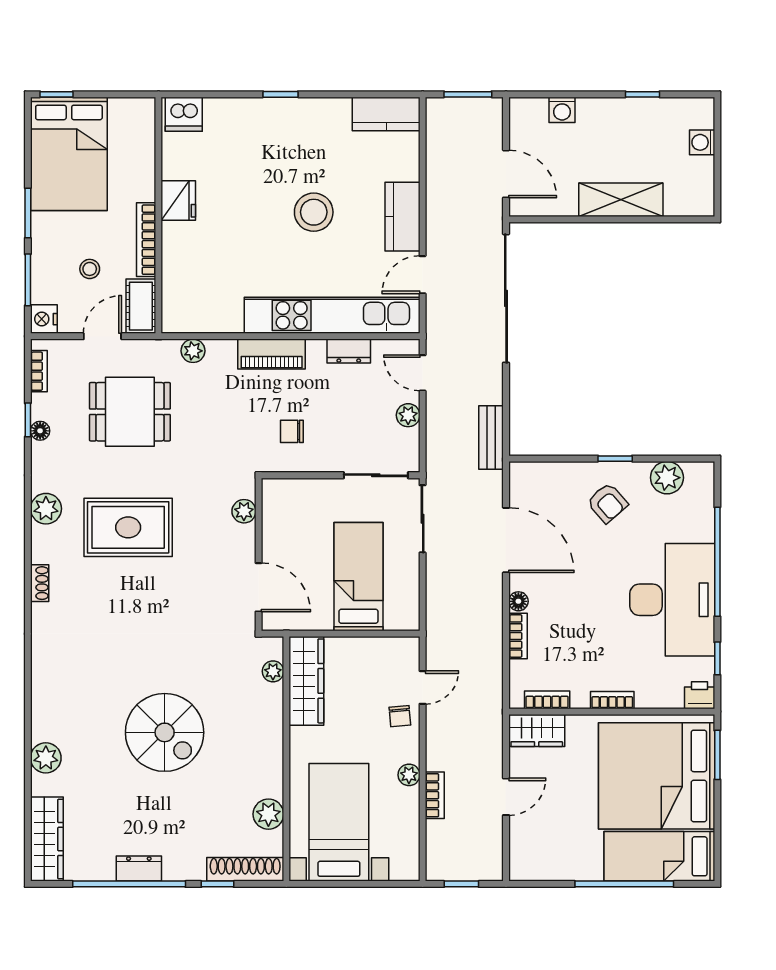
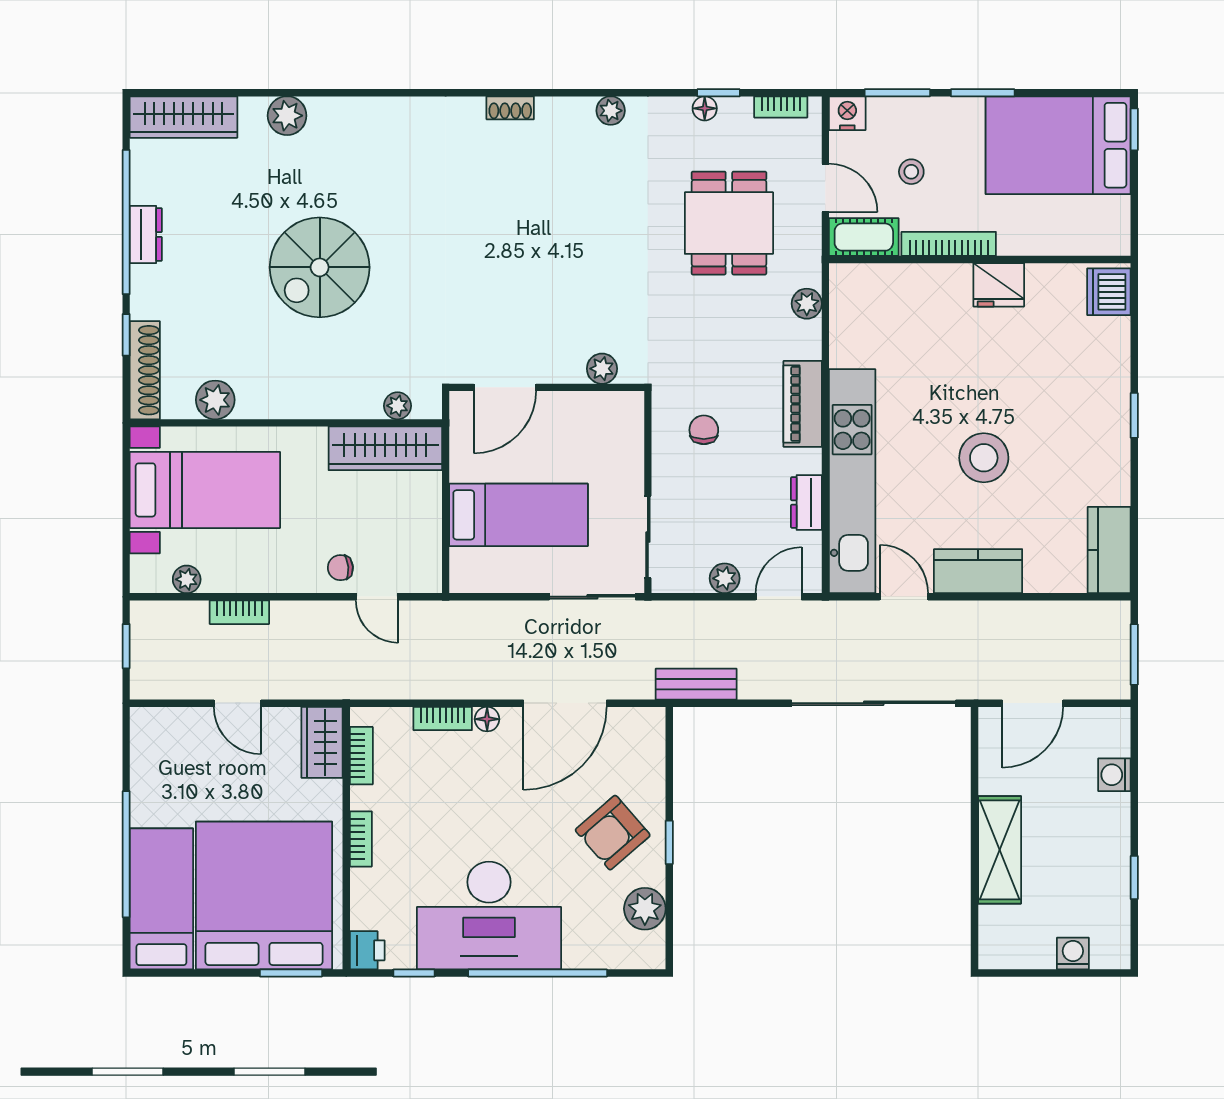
armchair: (607, 503) -> (613, 833), width x1.38, depth x1.38
plant: (46, 509) -> (611, 111), width x0.73, depth x0.73
rug: (128, 527) -> (581, 221), removed
plant: (409, 775) -> (187, 579), moved

